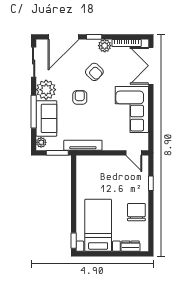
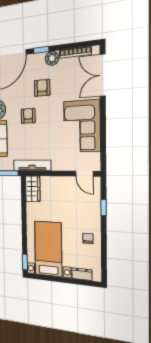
armchair: (94, 72) -> (42, 88), turned -134
wardrobe: (83, 168) -> (33, 189), added
chair: (136, 212) -> (88, 238), width x0.54, depth x0.54

